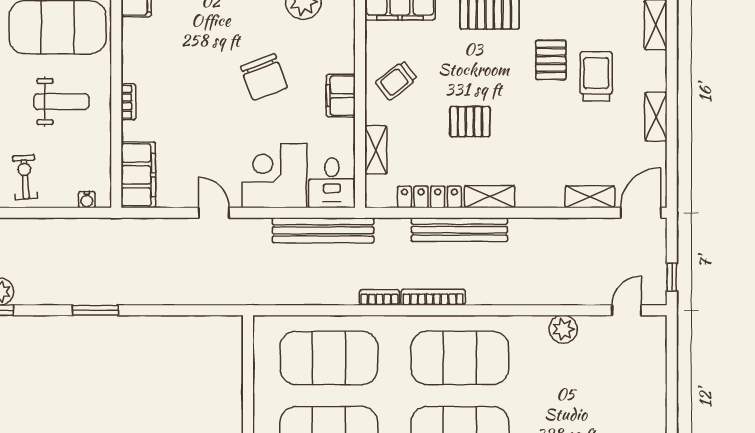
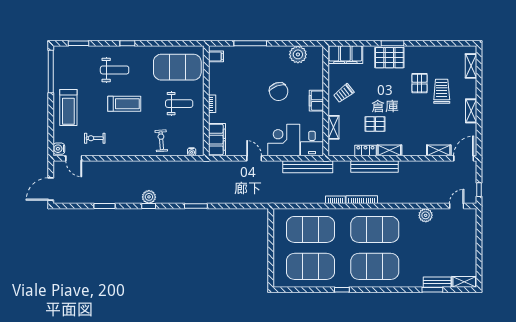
pallet: (470, 122) -> (375, 124), moved
locker: (429, 197) -> (365, 150), width x0.66

